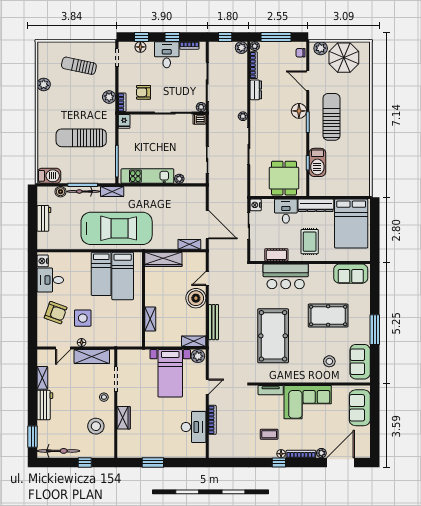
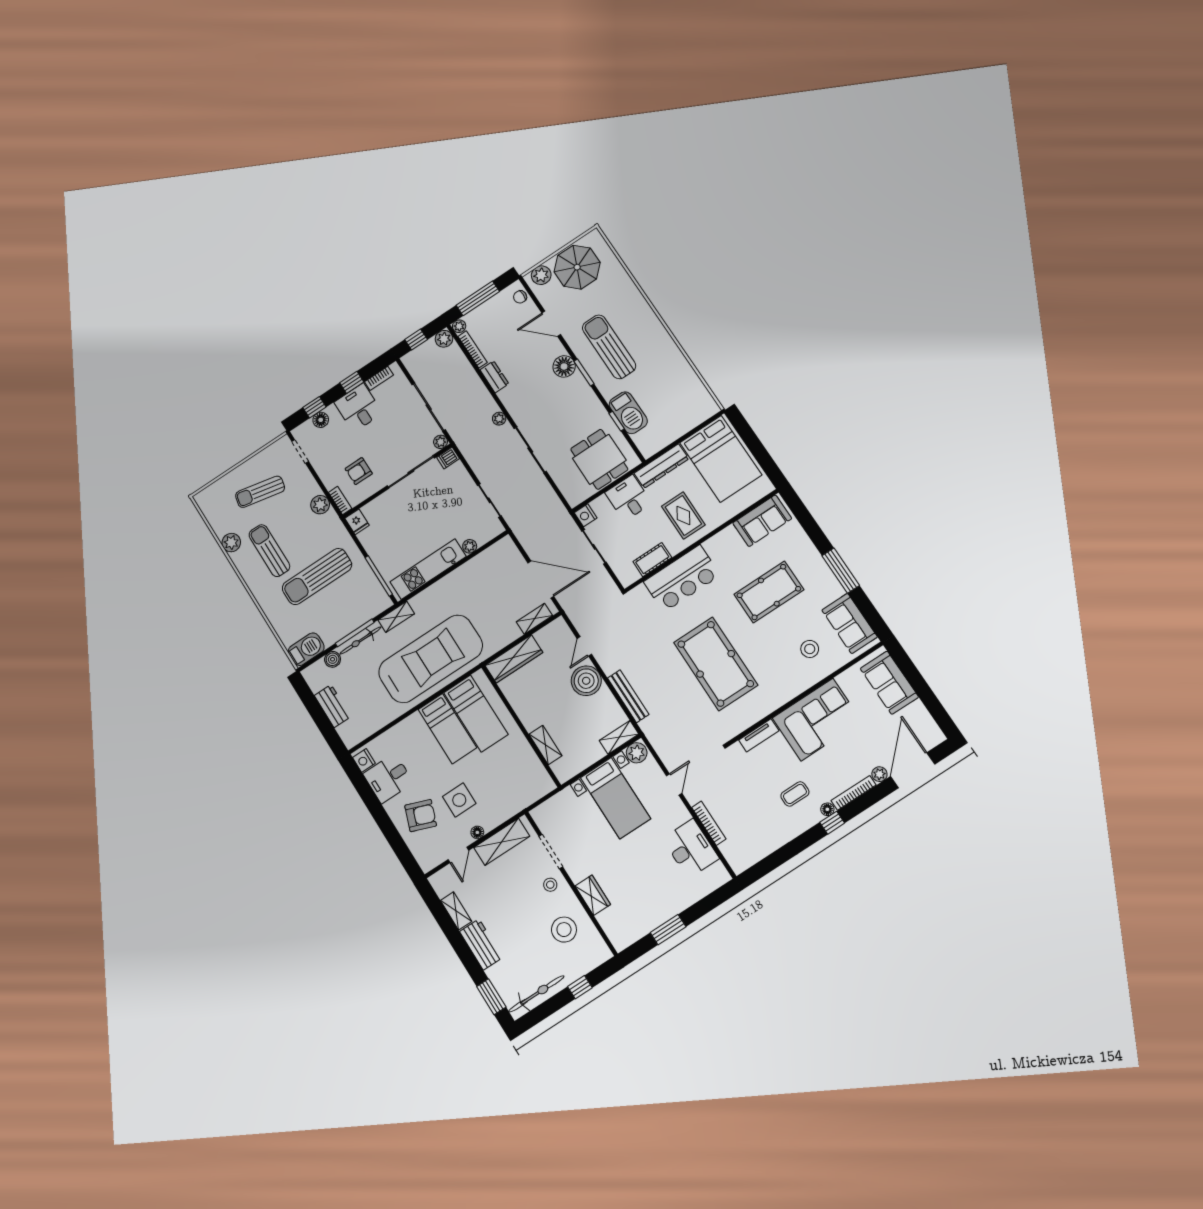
sun lounger: (63, 104) -> (269, 551), added

